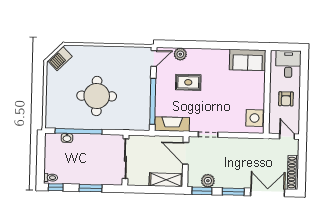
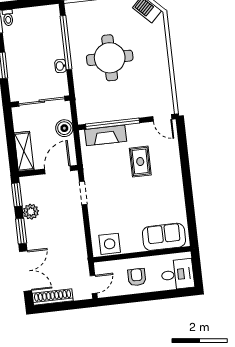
plant: (180, 54) -> (172, 148), removed
sofa: (248, 60) -> (164, 237), moved, turned 90
armchair: (286, 99) -> (137, 277), turned 90
fireplace: (172, 124) -> (106, 135), moved, turned 90
washbasin: (67, 138) -> (61, 66), moved
boiler: (151, 143) -> (64, 128), added
plant: (208, 181) -> (31, 212), moved

